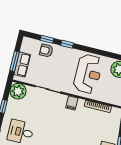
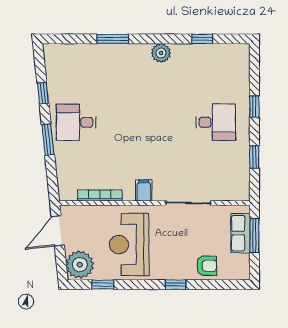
window: (47, 39) -> (103, 285), moved
plant: (18, 91) -> (237, 188), removed

